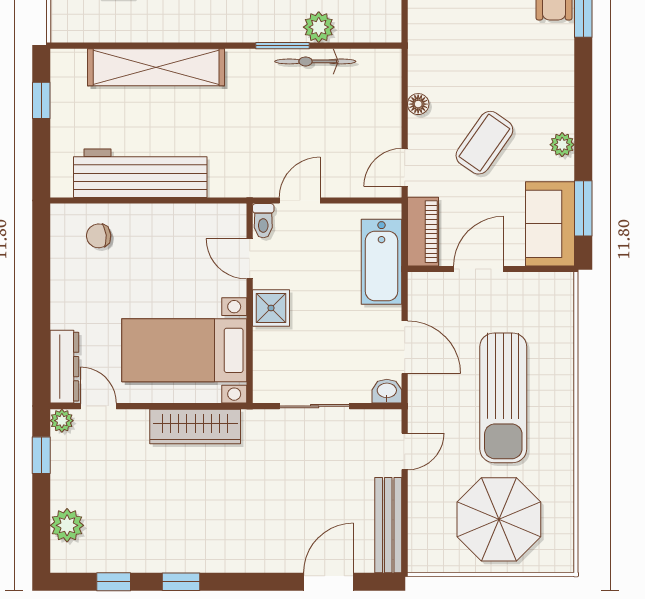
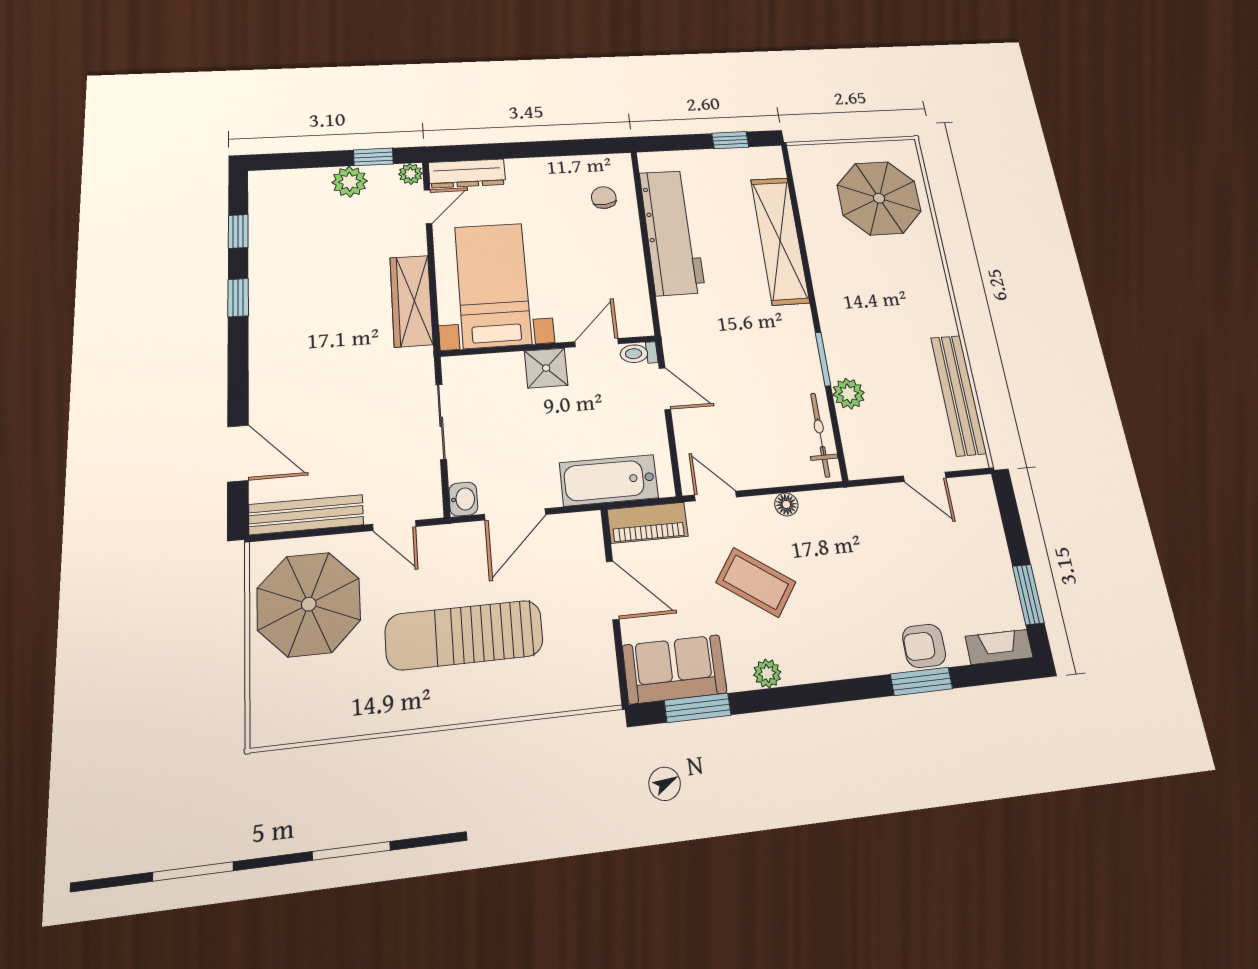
bicycle: (315, 61) -> (820, 435), moved
parasol: (499, 519) -> (309, 604), moved
plant: (67, 525) -> (350, 182), moved

